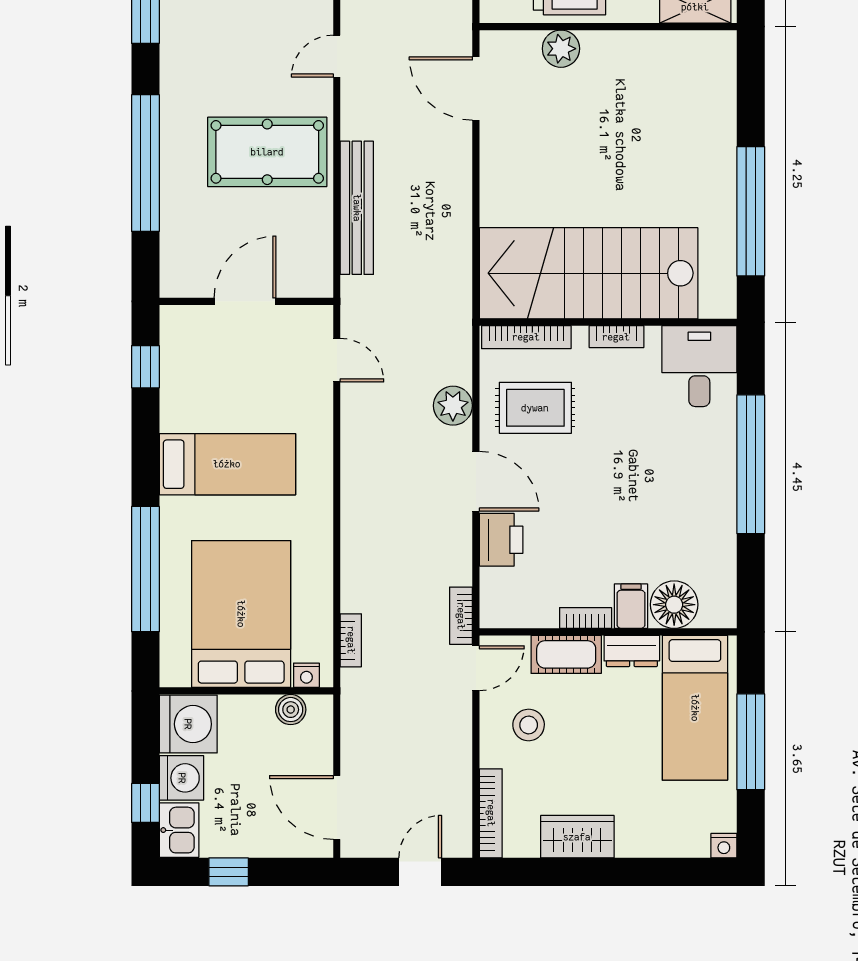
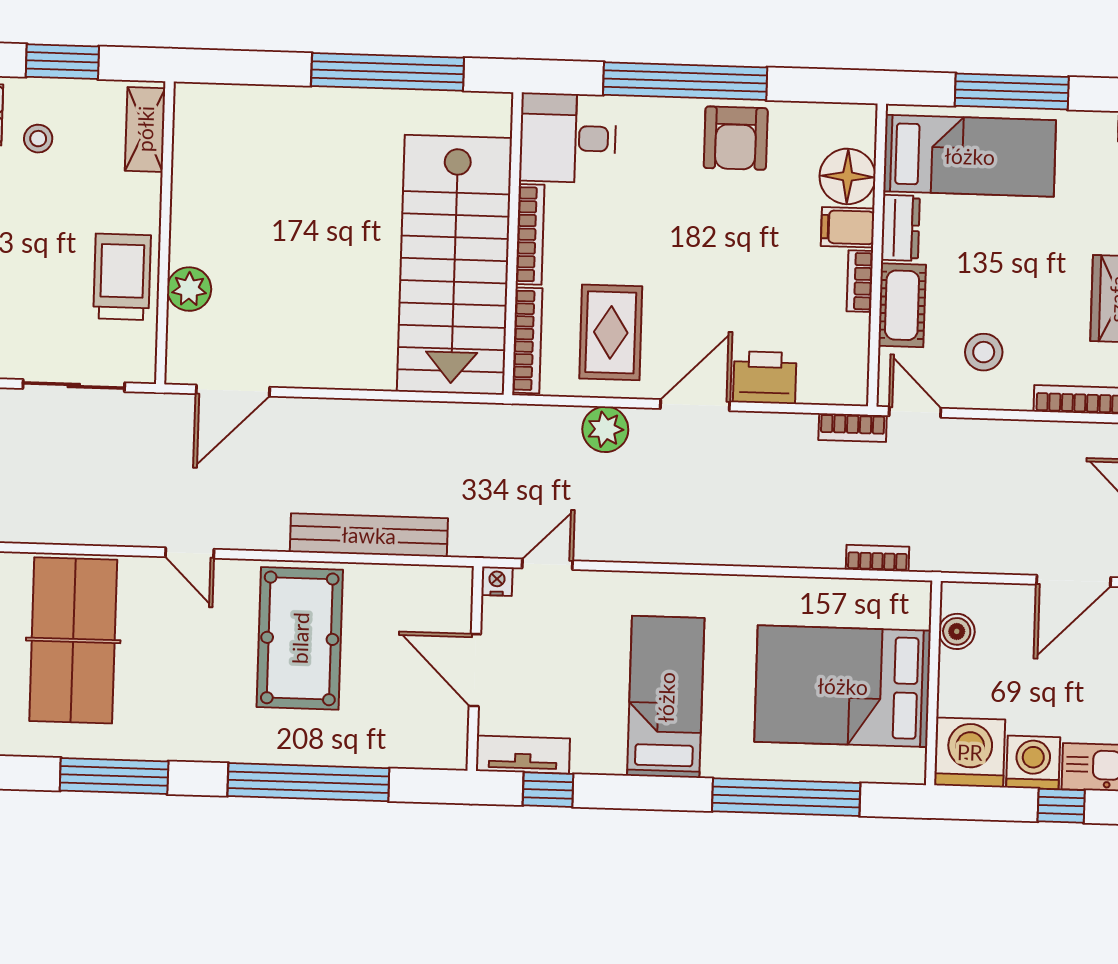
bookcase: (616, 337) -> (530, 234), width x1.56
tv unit: (174, 344) -> (523, 755), added
armchair: (704, 509) -> (736, 138), added
nightstand: (306, 675) -> (497, 581), moved, turned -90

